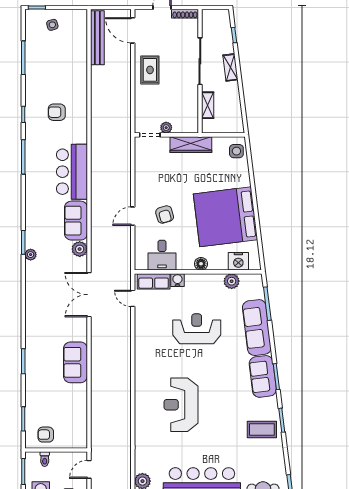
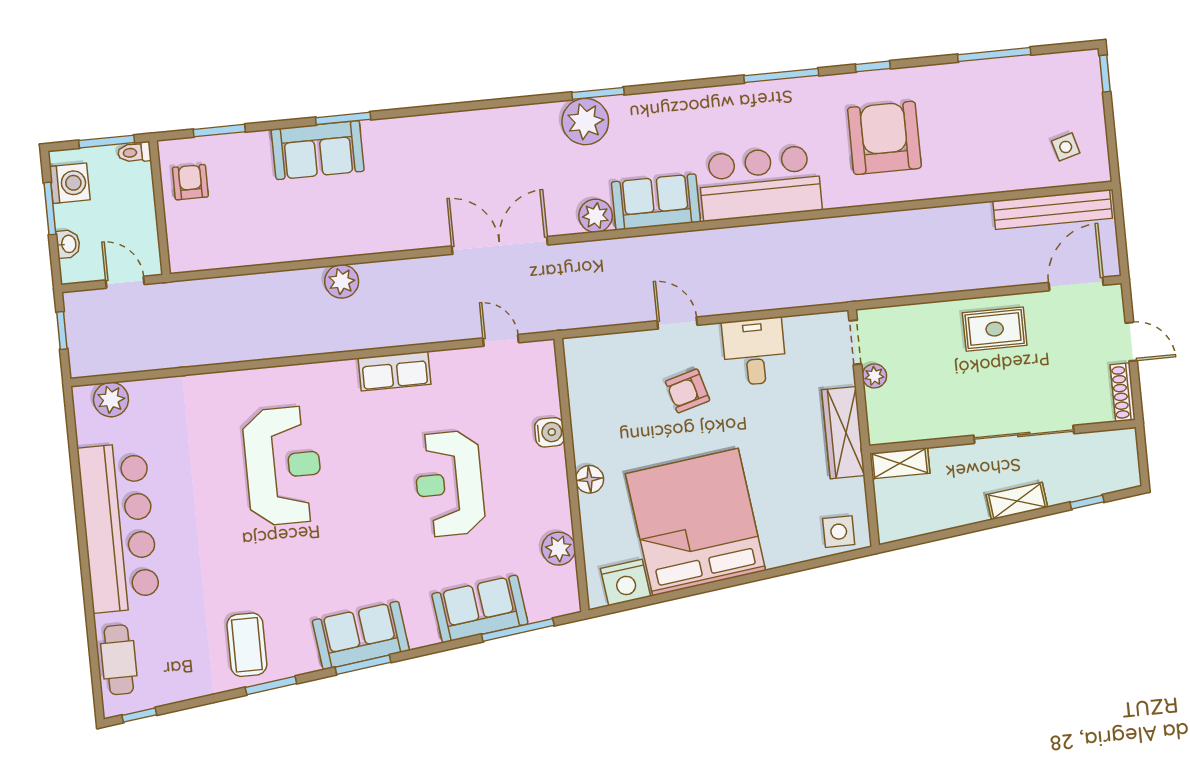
side table: (52, 25) -> (1066, 147), moved
shelving: (208, 105) -> (900, 463), moved
armchair: (57, 112) -> (884, 138), width x1.88, depth x1.88
plant: (31, 255) -> (585, 122), width x1.87, depth x1.87
desk: (162, 255) -> (754, 352), moved, turned 90
nightstand: (238, 261) -> (625, 582), moved, turned -97
row of seats: (154, 281) -> (395, 371), moved, turned -90
door: (133, 298) -> (501, 340), hinge flipped
sofa: (257, 328) -> (480, 609), width x0.73
reception desk: (197, 329) -> (449, 484), turned 180
sofa: (75, 362) -> (318, 150), moved, turned 180
plant: (98, 369) -> (342, 281), added
reception desk: (181, 405) -> (283, 466), turned 90
toilet: (45, 459) -> (134, 152), moved

